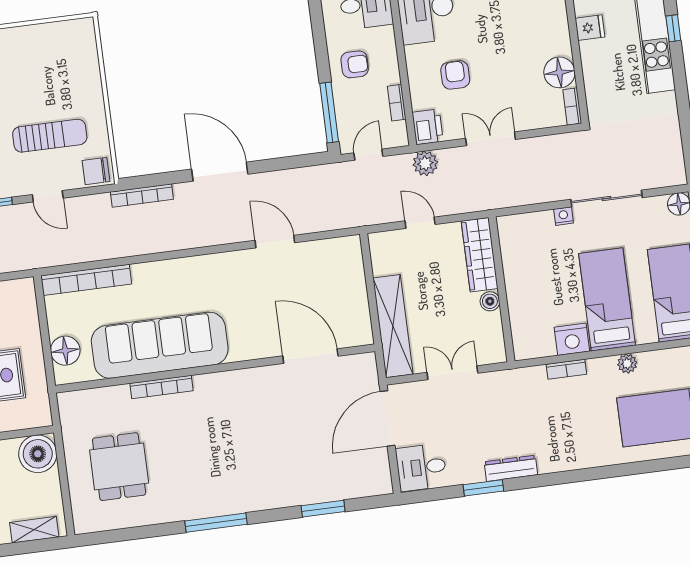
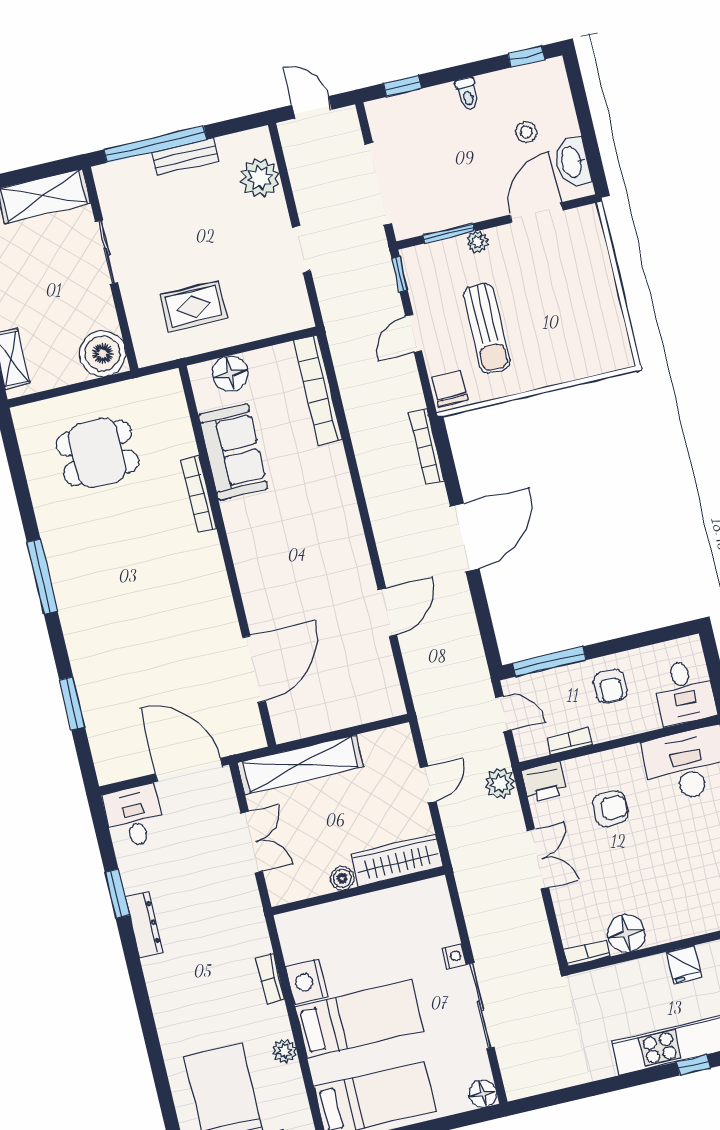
sofa: (160, 345) -> (233, 452), width x0.54, depth x0.79

